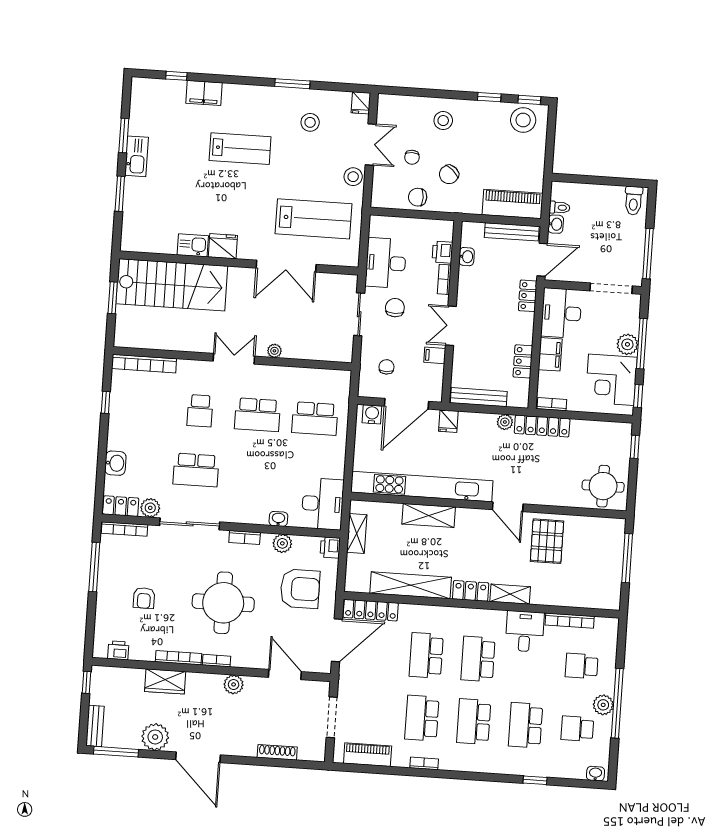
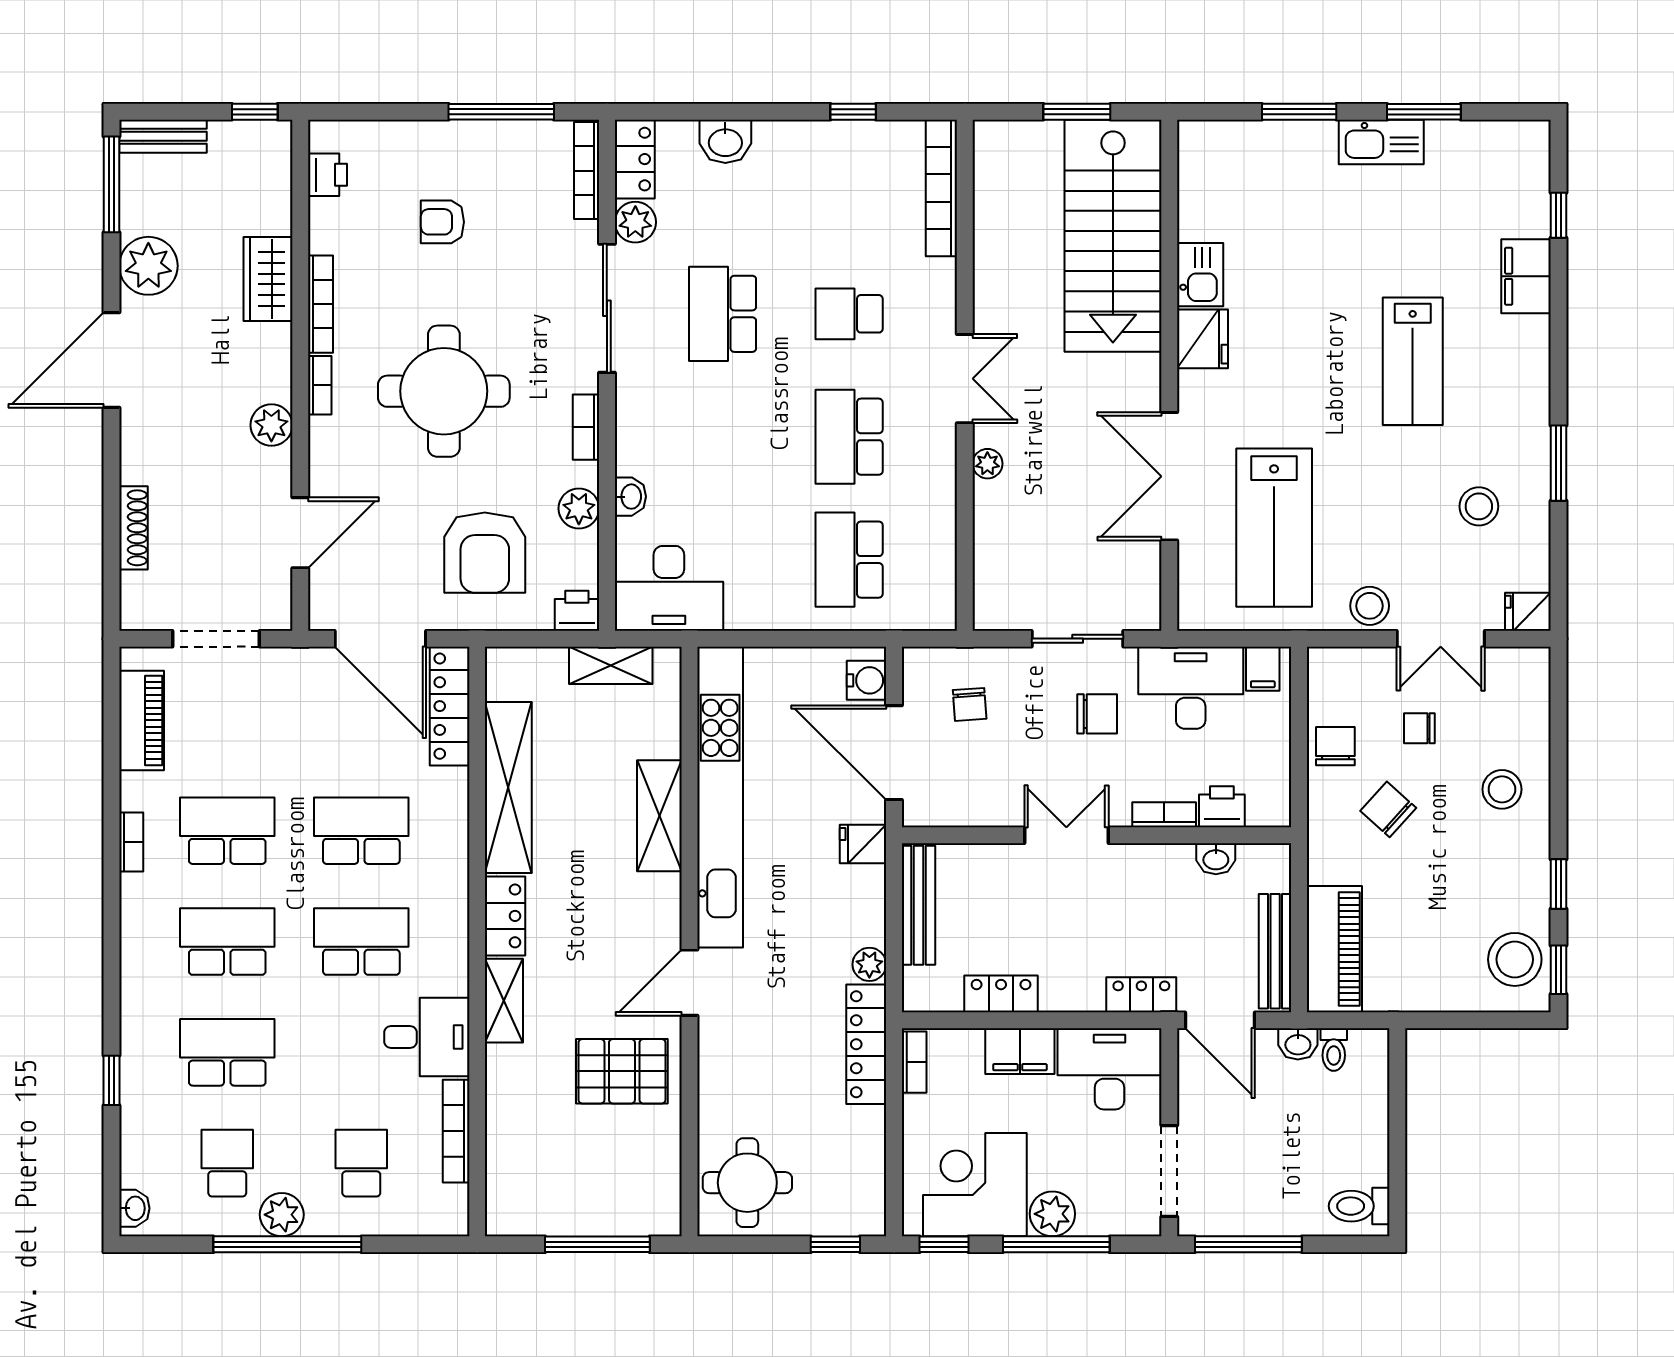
filing cabinet: (435, 355) -> (1263, 669), moved, turned 180
chair: (386, 367) -> (970, 704), turned 86

